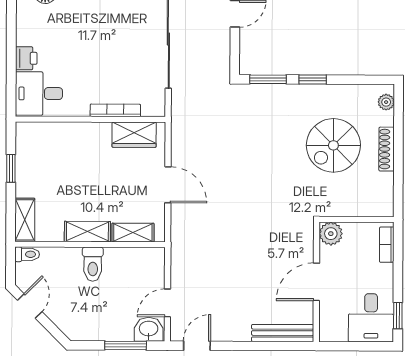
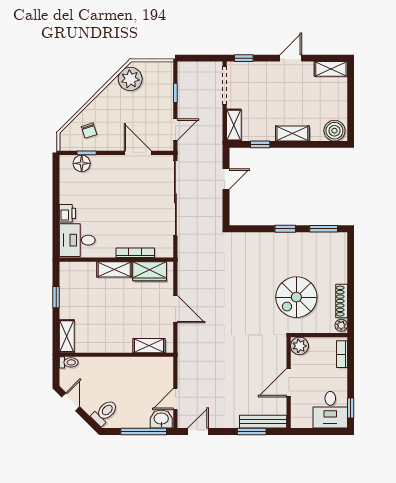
window: (268, 79) -> (324, 229), moved
plant: (386, 102) -> (341, 325), moved
spiral stairs: (333, 145) -> (296, 297), moved
shoe rack: (387, 149) -> (342, 301), moved
shelving: (87, 232) -> (114, 269), moved
toilet: (93, 264) -> (105, 413), moved, turned -135
window: (126, 346) -> (144, 432), width x1.44
window: (267, 346) -> (252, 432), added

